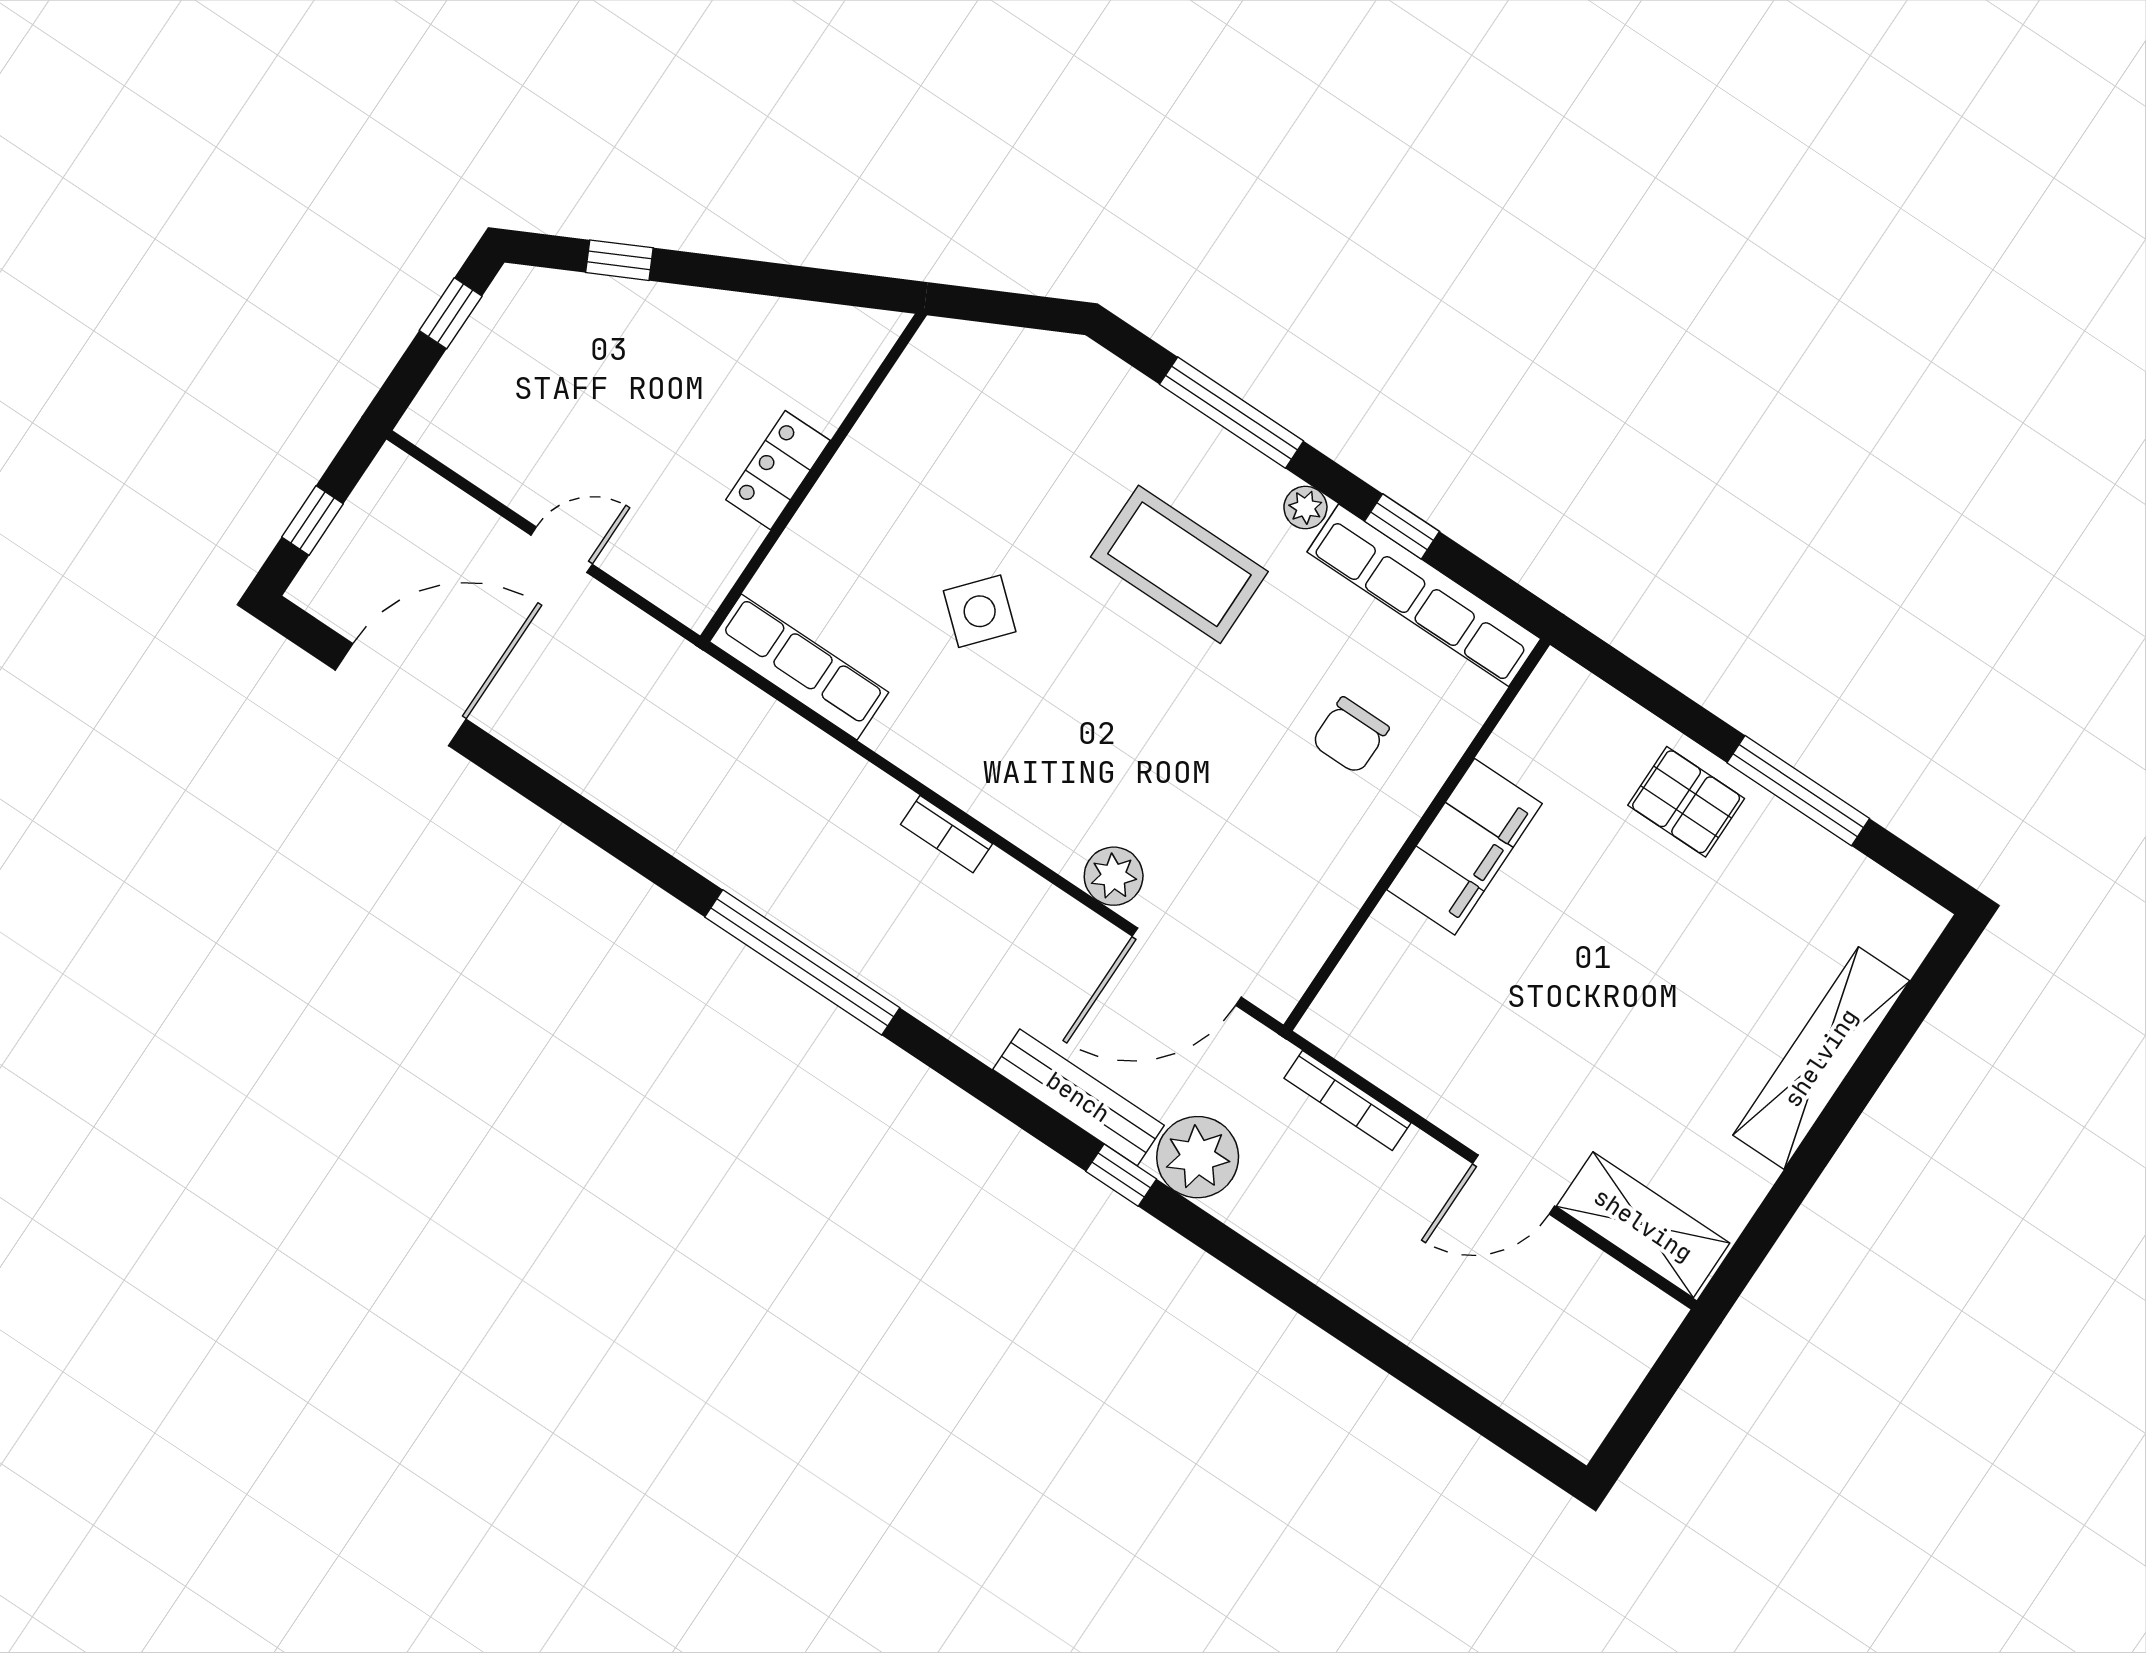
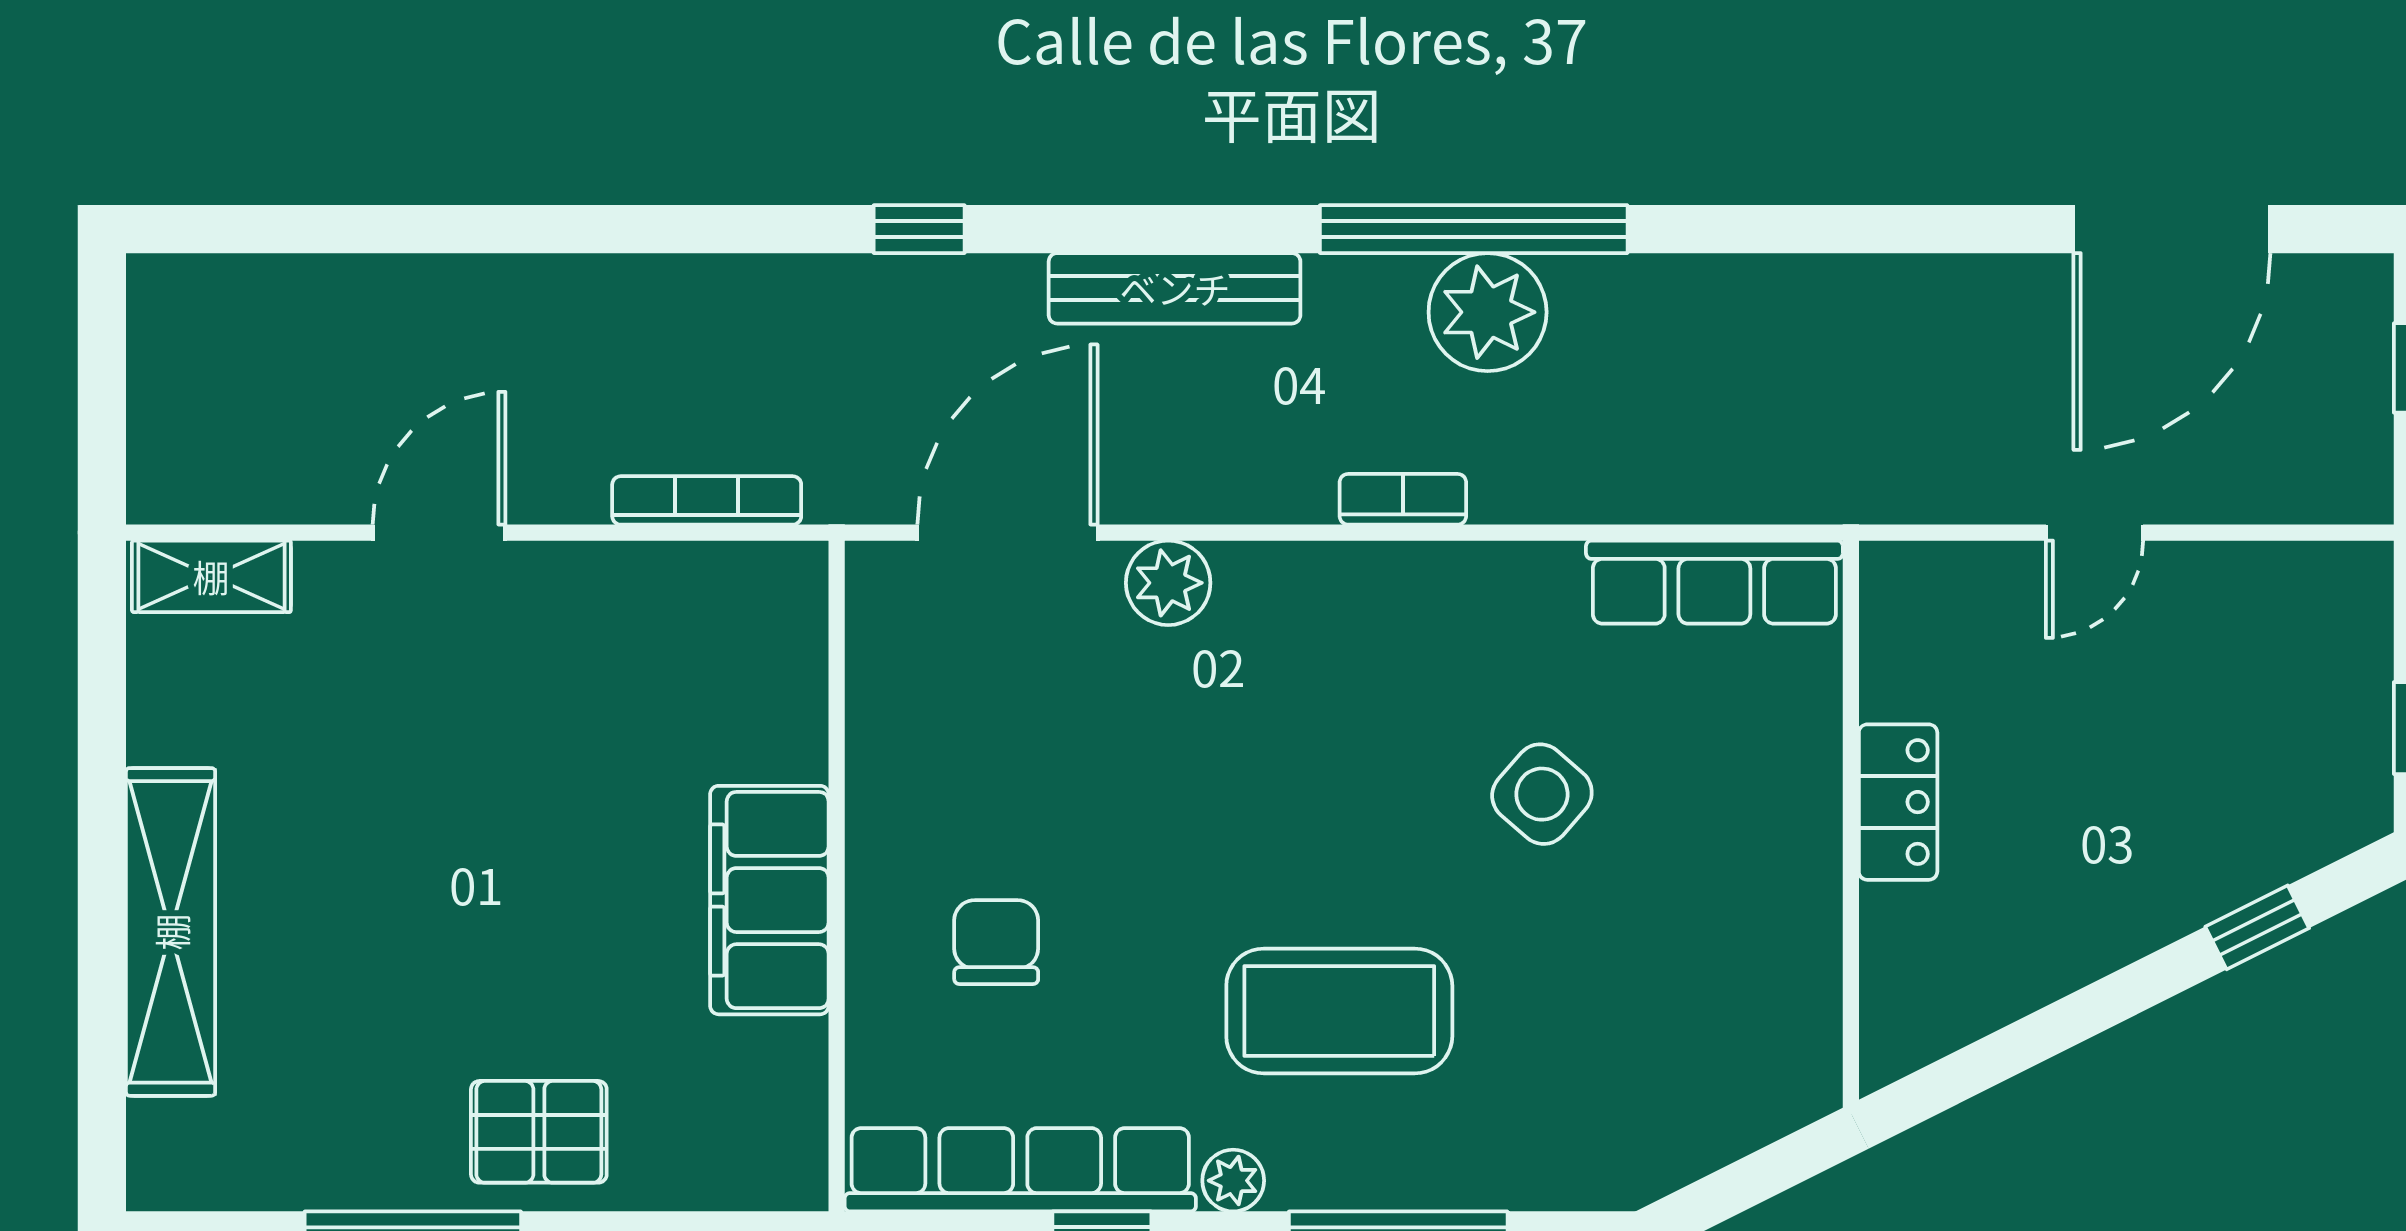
bench: (1078, 1097) -> (1175, 288), moved
plant: (1198, 1157) -> (1488, 312), moved
shelving: (1643, 1225) -> (211, 576), width x0.67, depth x0.75

